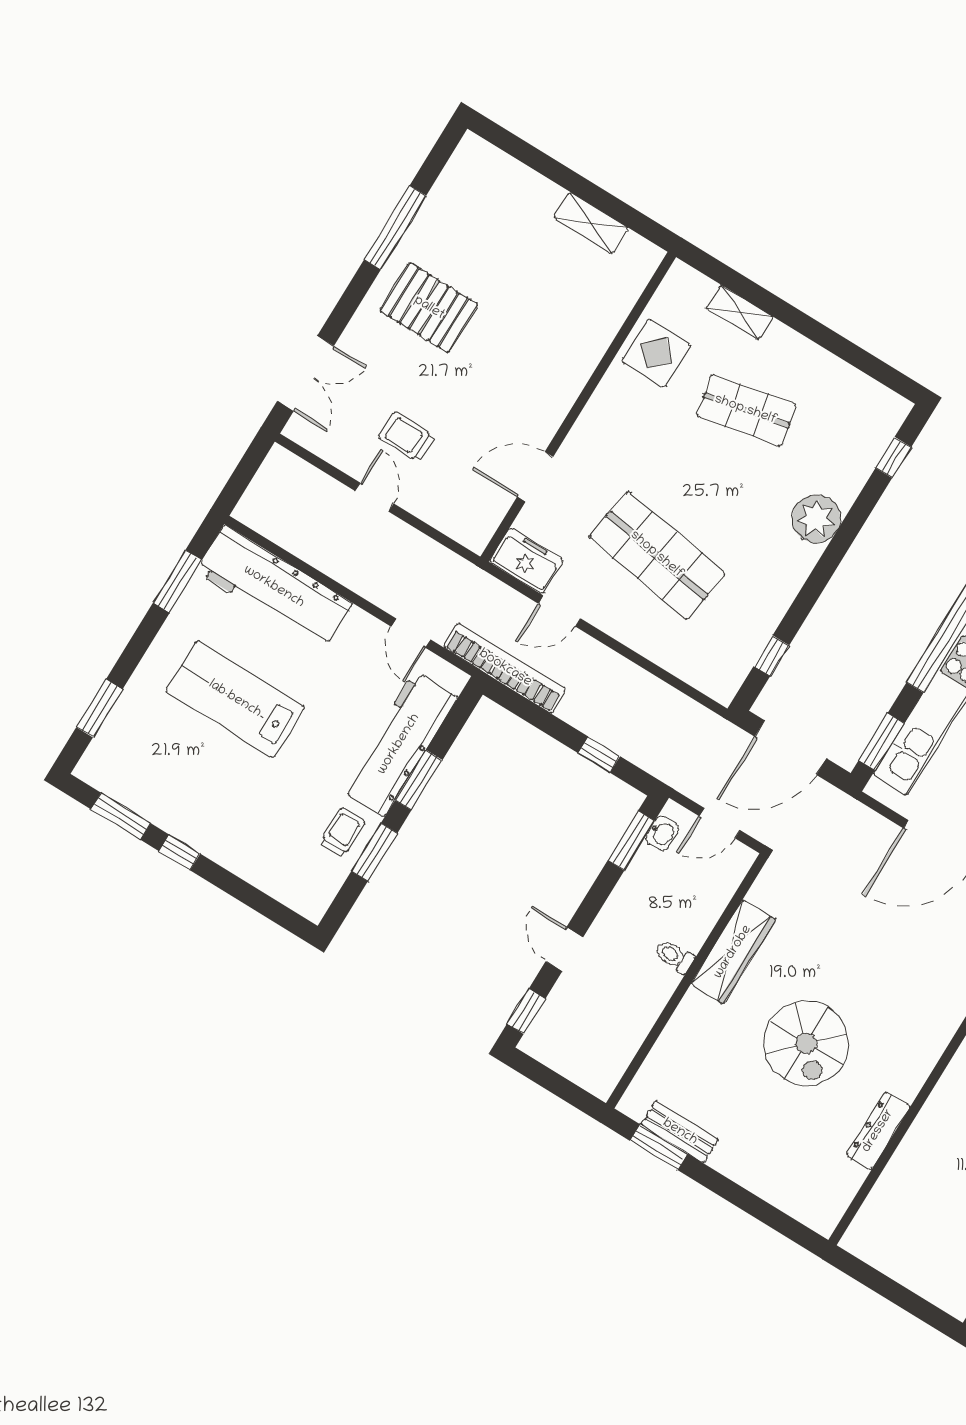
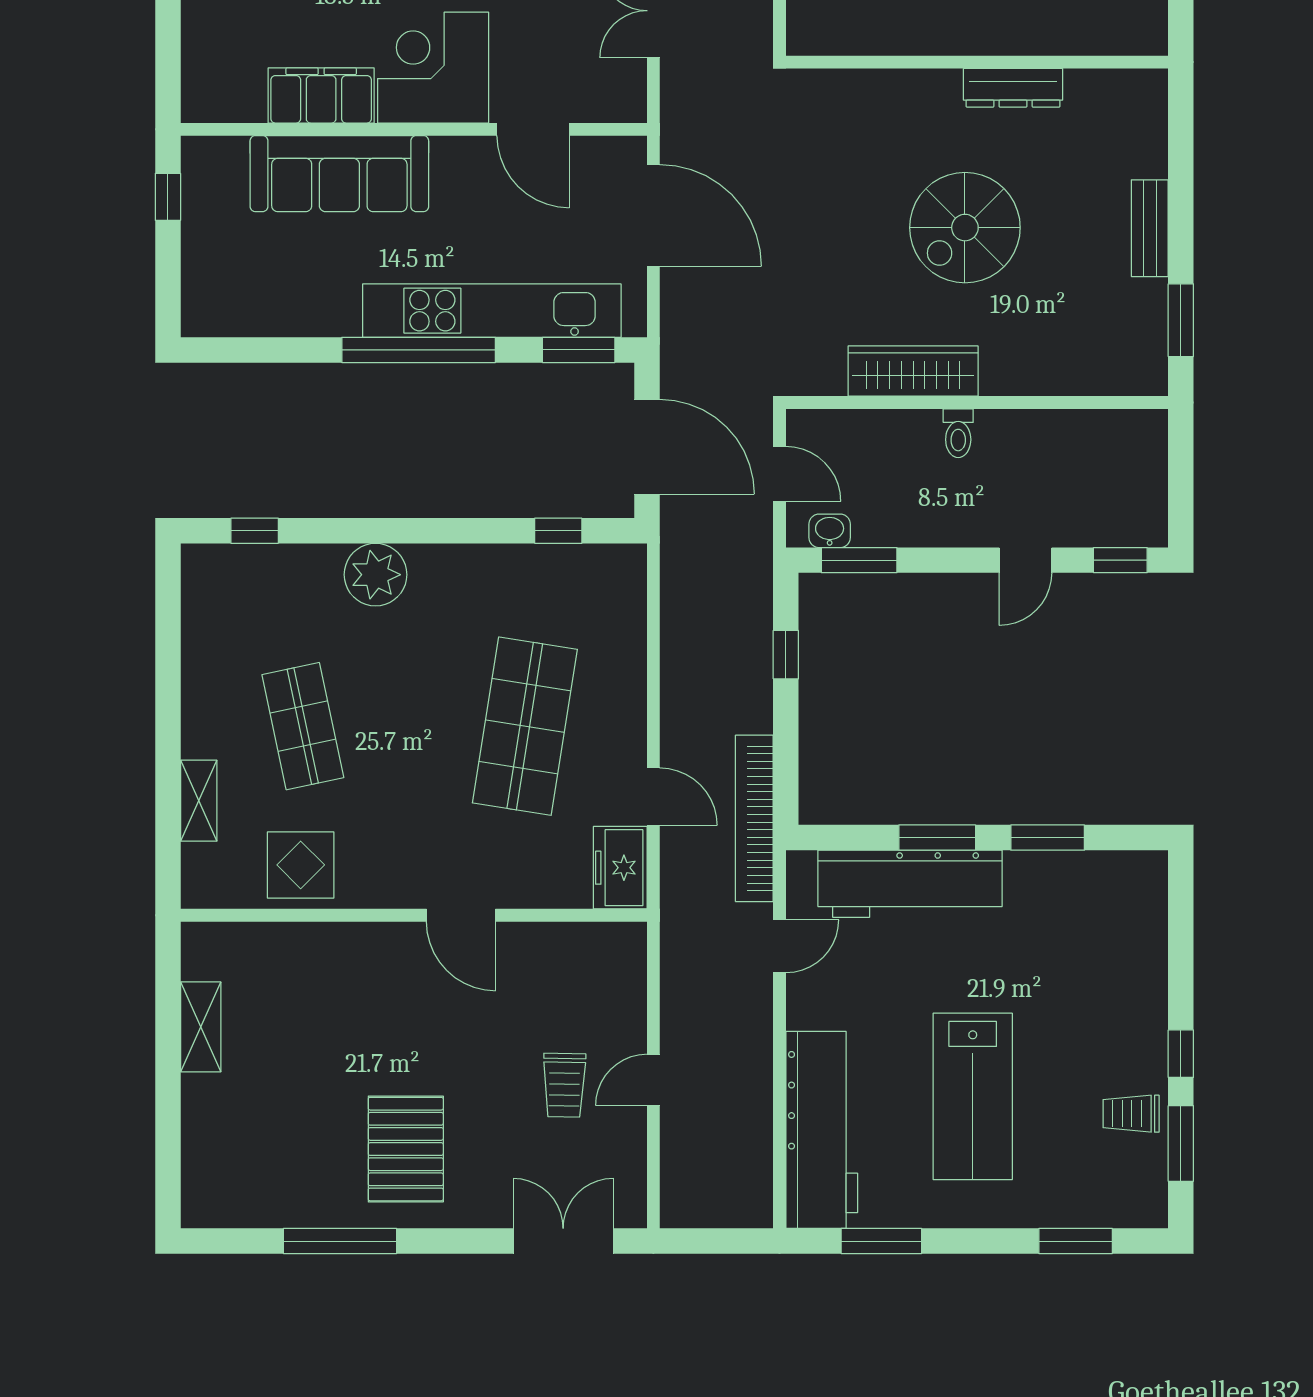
door: (535, 477) -> (461, 915), moved
trolley: (342, 832) -> (1131, 1114), moved
spiral stairs: (806, 1043) -> (965, 228), turned 180
bench: (680, 1132) -> (1150, 228), moved

